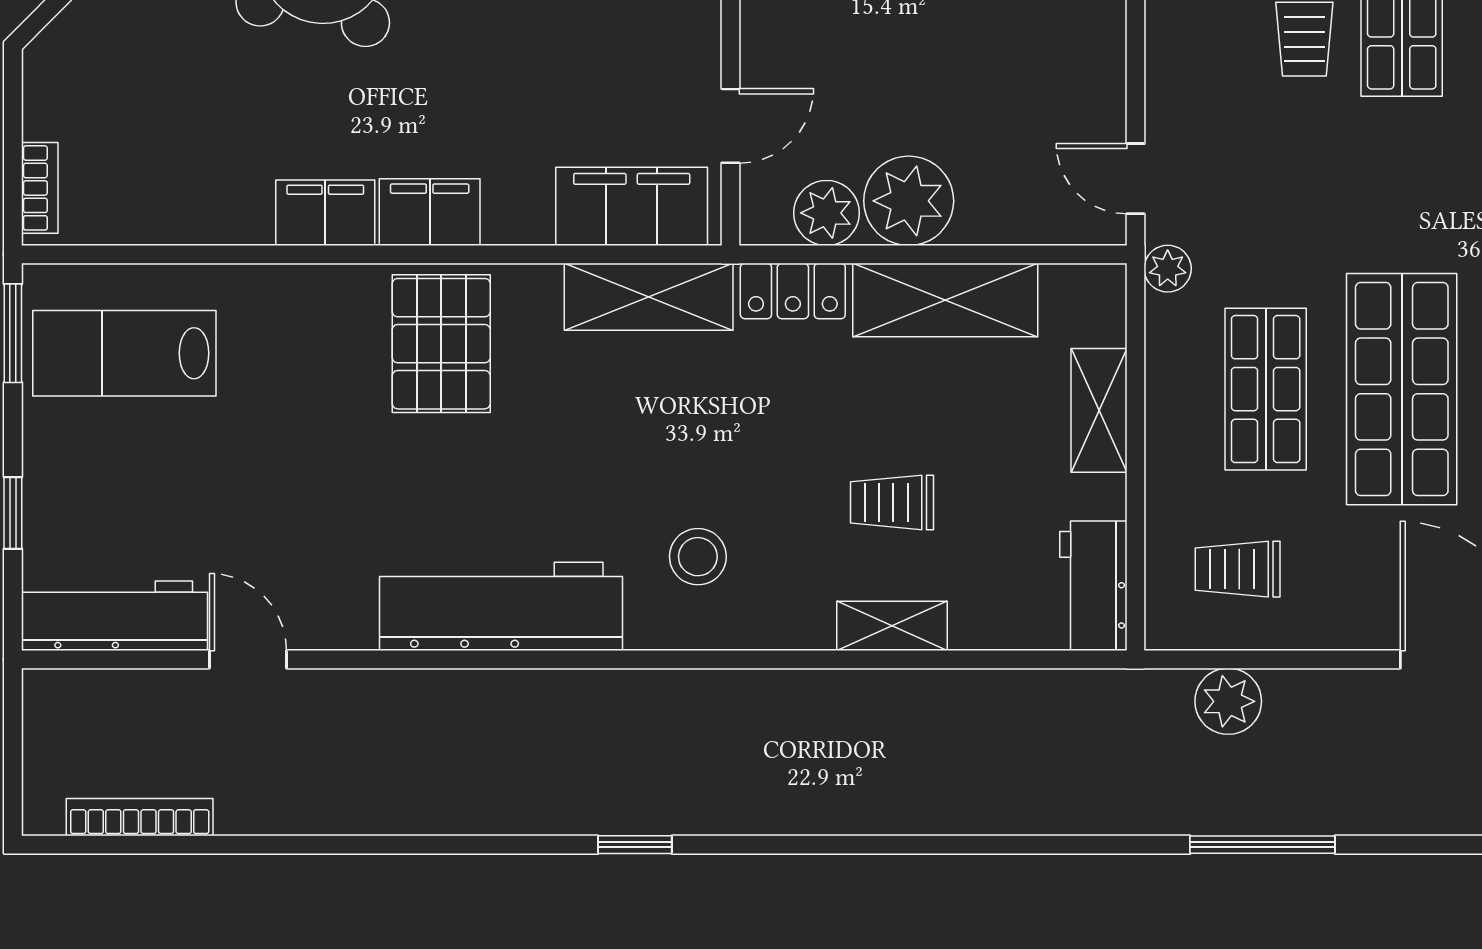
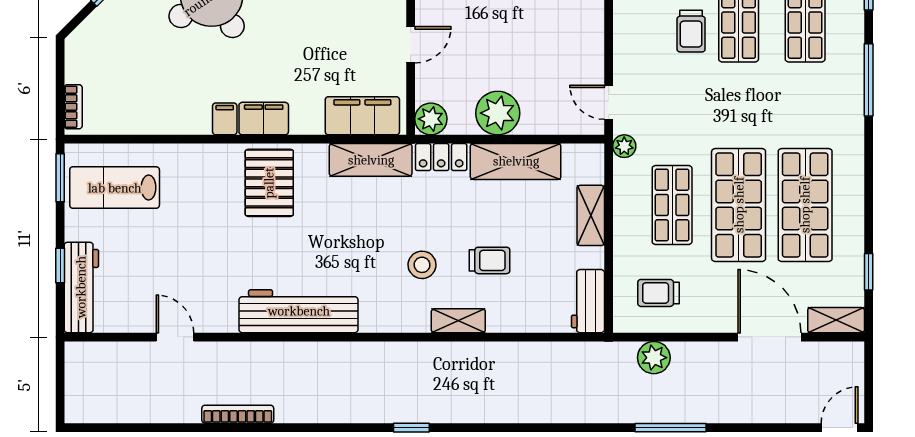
door: (730, 126) -> (411, 45), moved
filing cabinet: (325, 213) -> (225, 119), width x0.50
plant: (827, 213) -> (431, 119), moved
trolley: (892, 502) -> (490, 260), turned 180
stool: (698, 557) -> (422, 265), moved
workbench: (114, 616) -> (81, 287), moved, turned 90
shelving: (892, 626) -> (458, 321), moved
bookcase: (140, 817) -> (238, 414), moved
window: (635, 845) -> (411, 428), moved

